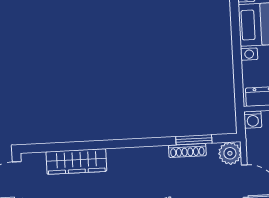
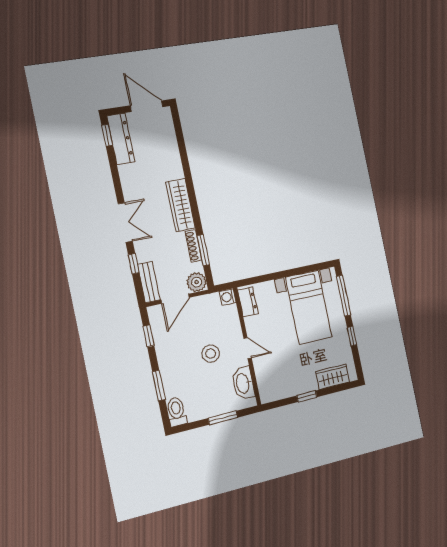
wardrobe: (76, 162) -> (181, 205), moved

